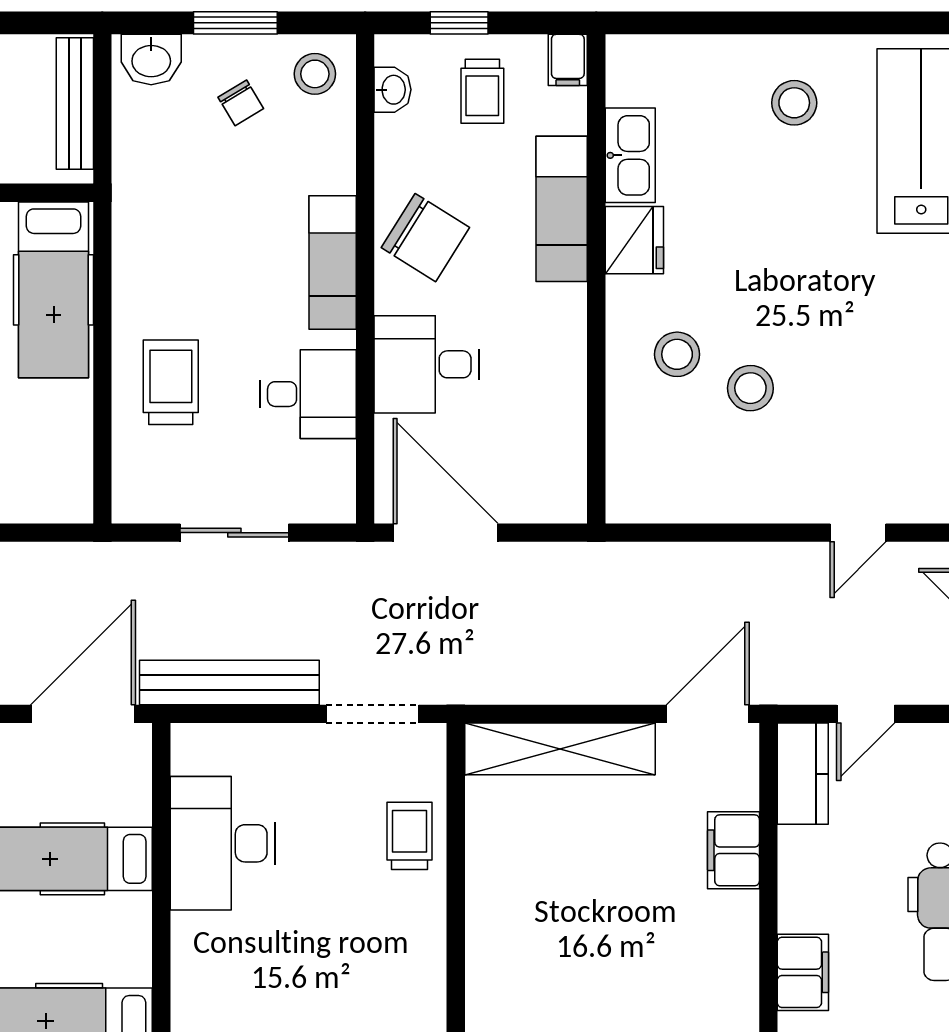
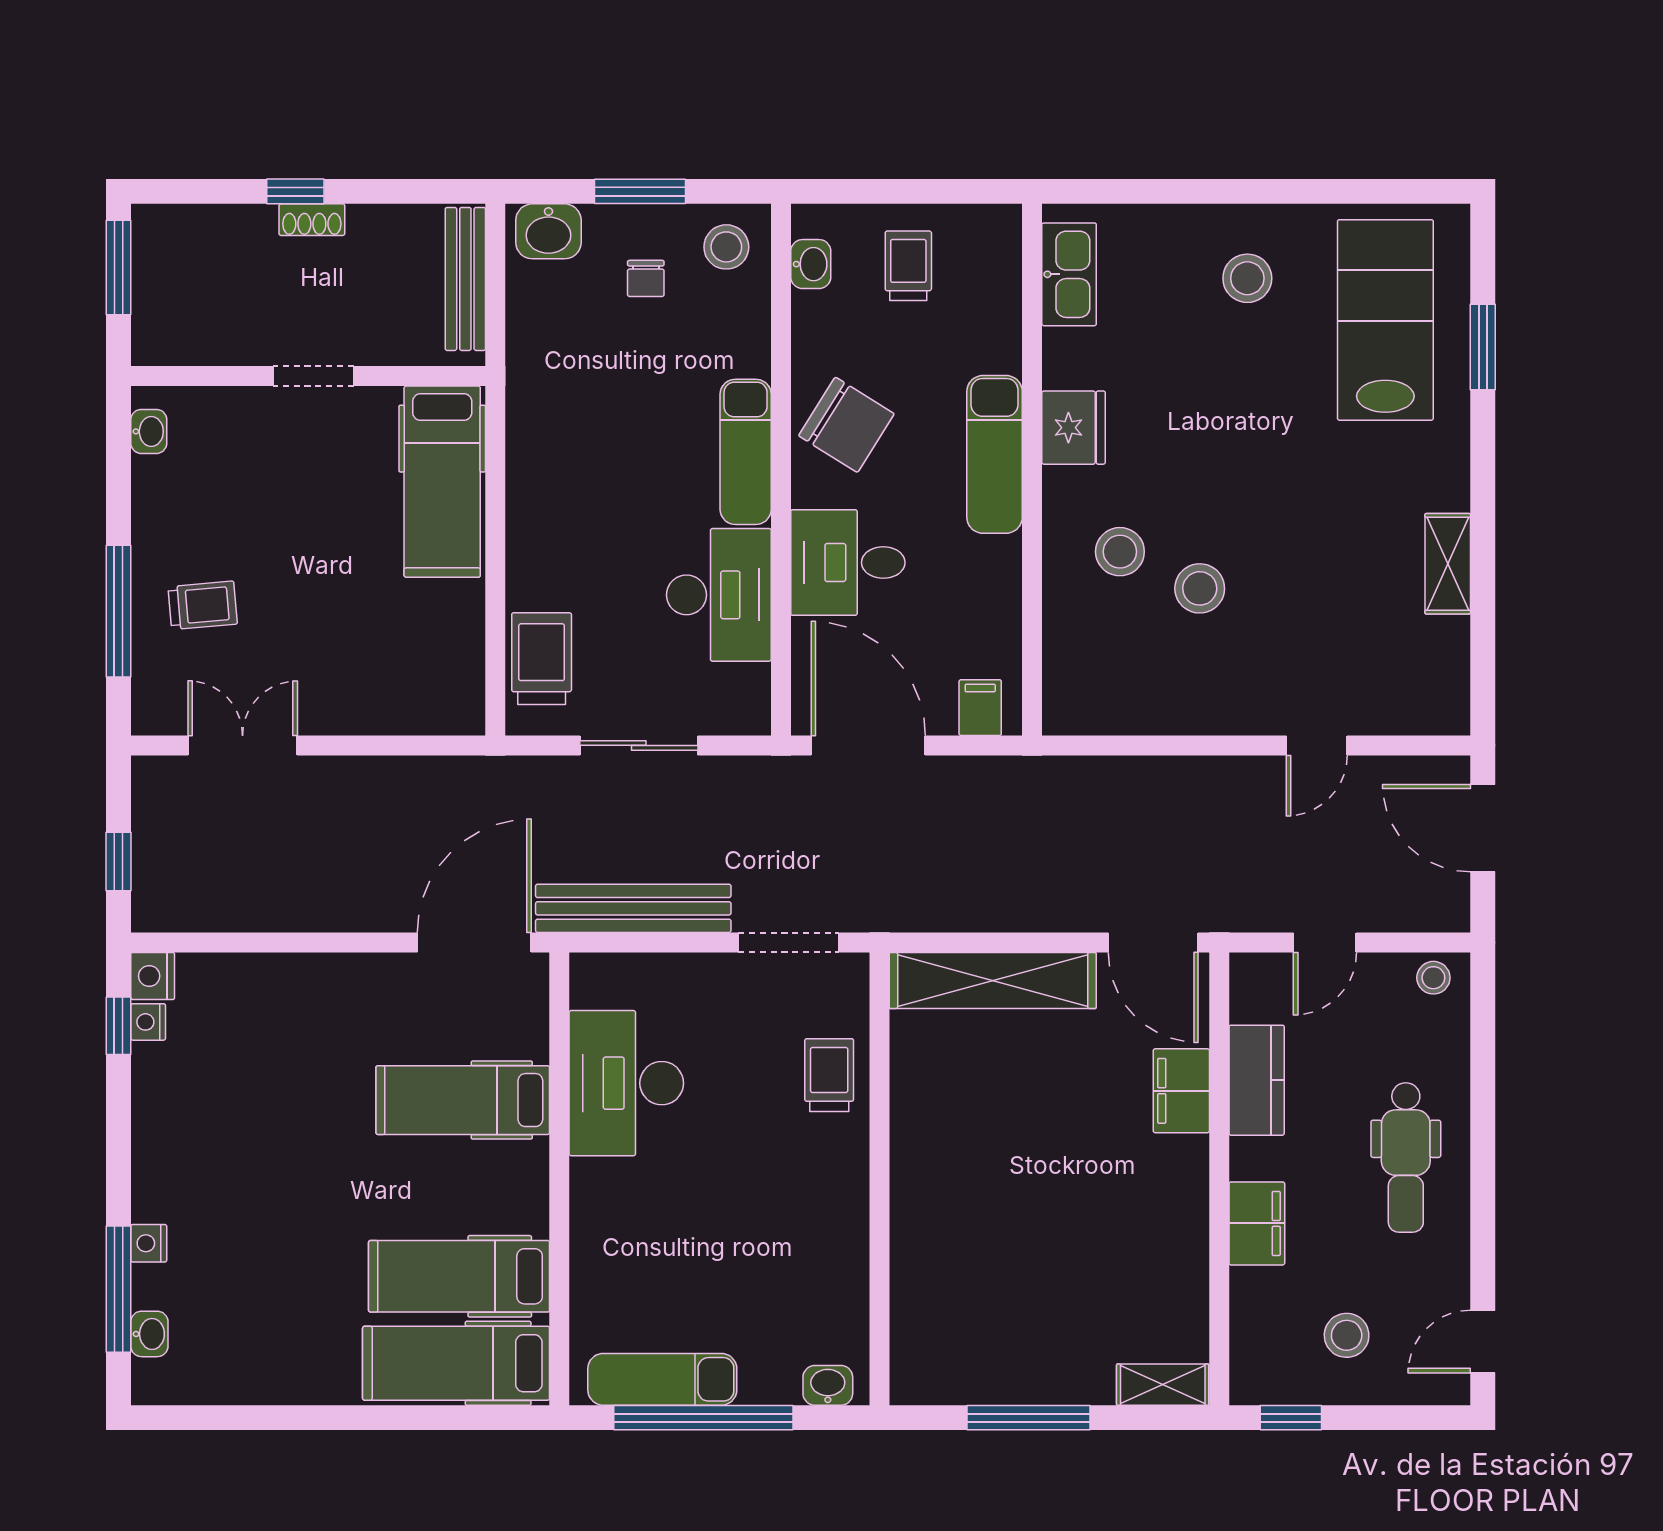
window: (459, 23) -> (883, 191), removed
filing cabinet: (568, 60) -> (980, 708), moved, turned 180
trolley: (482, 91) -> (908, 266), turned 180
chair: (241, 103) -> (646, 278), turned 31
kitchen sink: (630, 155) -> (1069, 274), moved
exam couch: (562, 209) -> (995, 454), moved
trolley: (171, 382) -> (542, 659), moved
desk: (308, 394) -> (719, 595), width x1.37
door: (708, 714) -> (1153, 942), swing flipped
kitchen counter: (803, 774) -> (1257, 1080), moved

